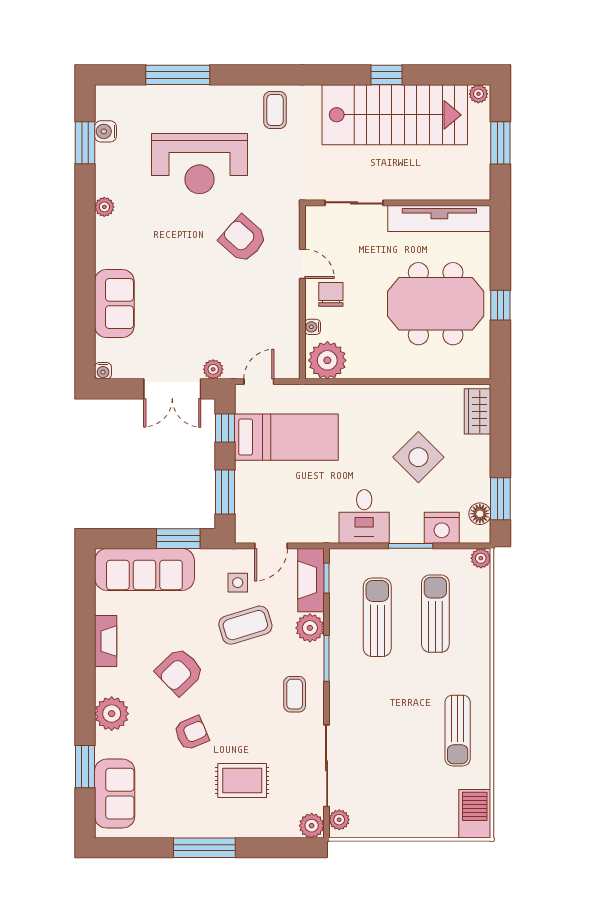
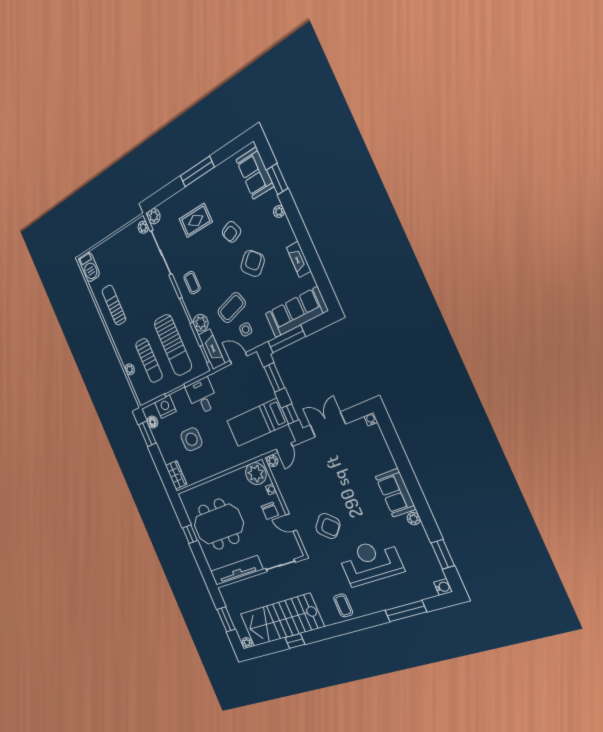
water cooler: (105, 131) -> (443, 587), moved
sofa: (114, 304) -> (396, 493), moved
plant: (213, 369) -> (272, 461), moved
side table: (418, 457) -> (191, 439), turned 45
window: (178, 539) -> (287, 339), width x1.44
door: (271, 546) -> (238, 358), hinge flipped
plant: (481, 558) -> (130, 369), moved
sun lounger: (377, 617) -> (173, 345), width x1.36, depth x1.34
plant: (112, 714) -> (279, 212), width x0.53, depth x0.53

